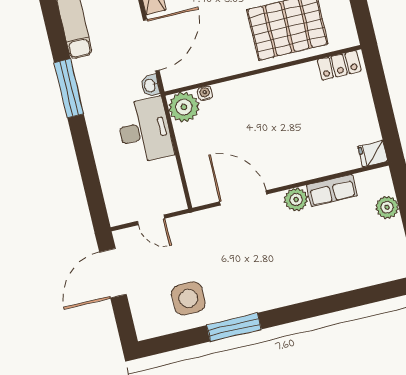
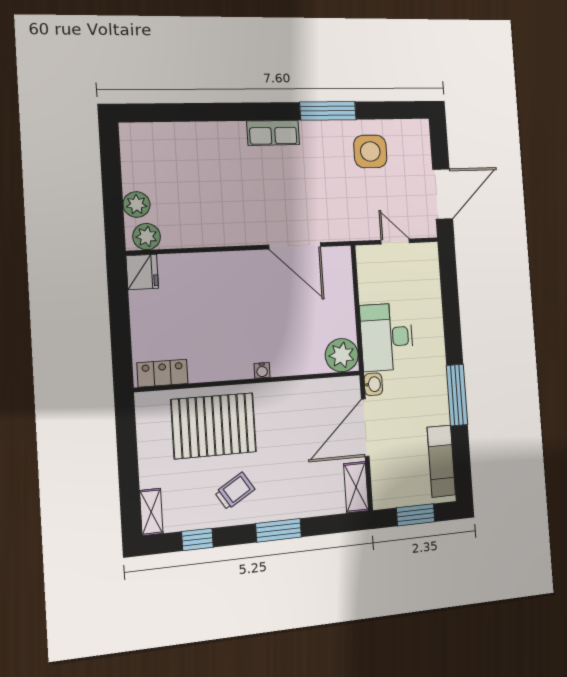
water cooler: (205, 93) -> (262, 370), moved
fridge: (373, 154) -> (142, 272), width x1.38
row of seats: (332, 190) -> (273, 133), moved, turned 180
plant: (296, 199) -> (147, 237), moved

